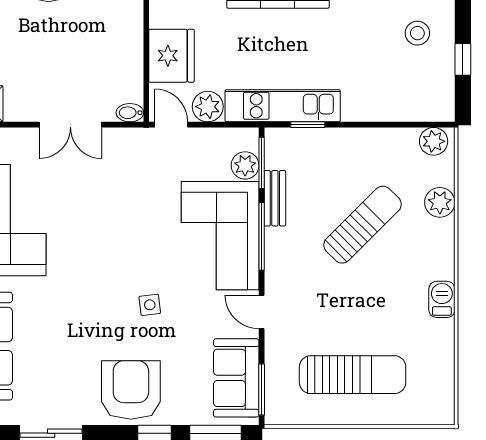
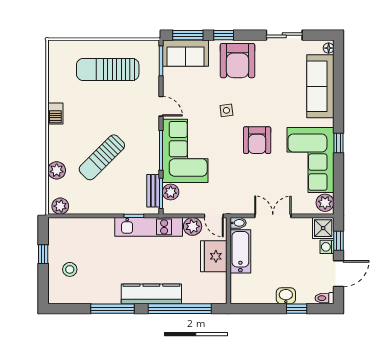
bathtub: (126, 64) -> (240, 251), added
bench: (275, 198) -> (153, 191), moved
armchair: (97, 254) -> (257, 140), added
sofa: (236, 378) -> (185, 53), moved, turned 90

